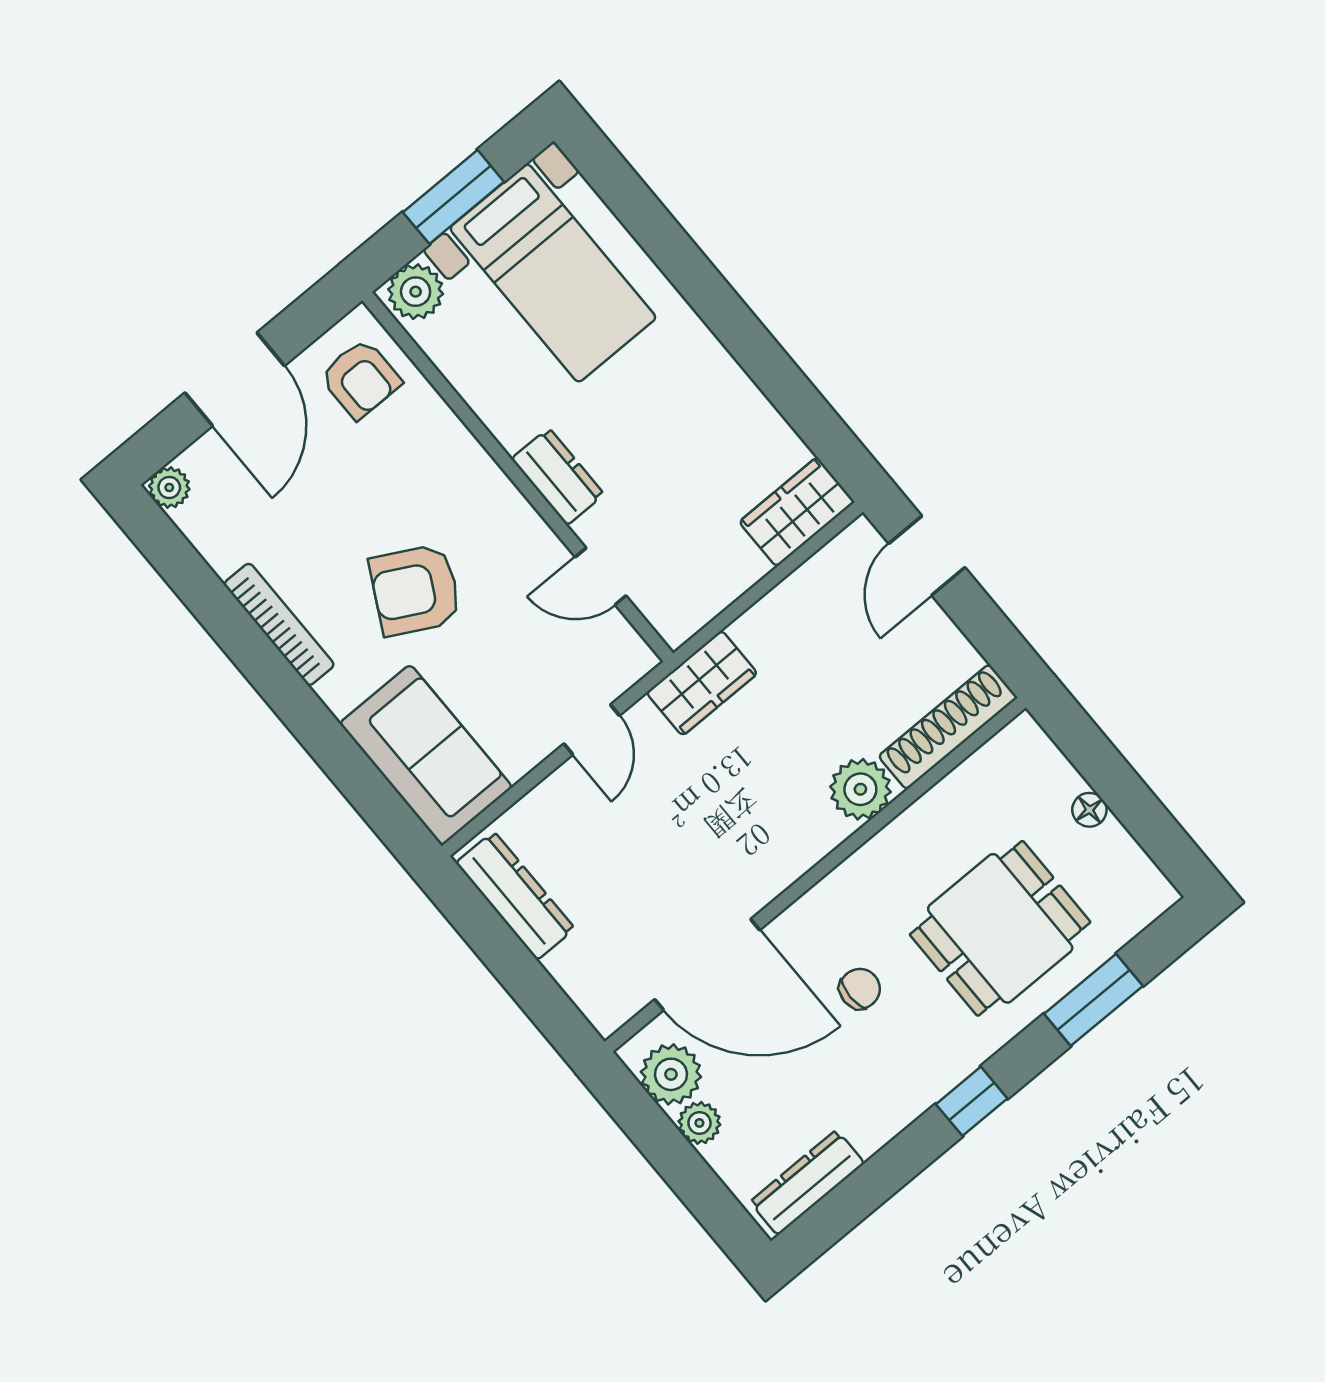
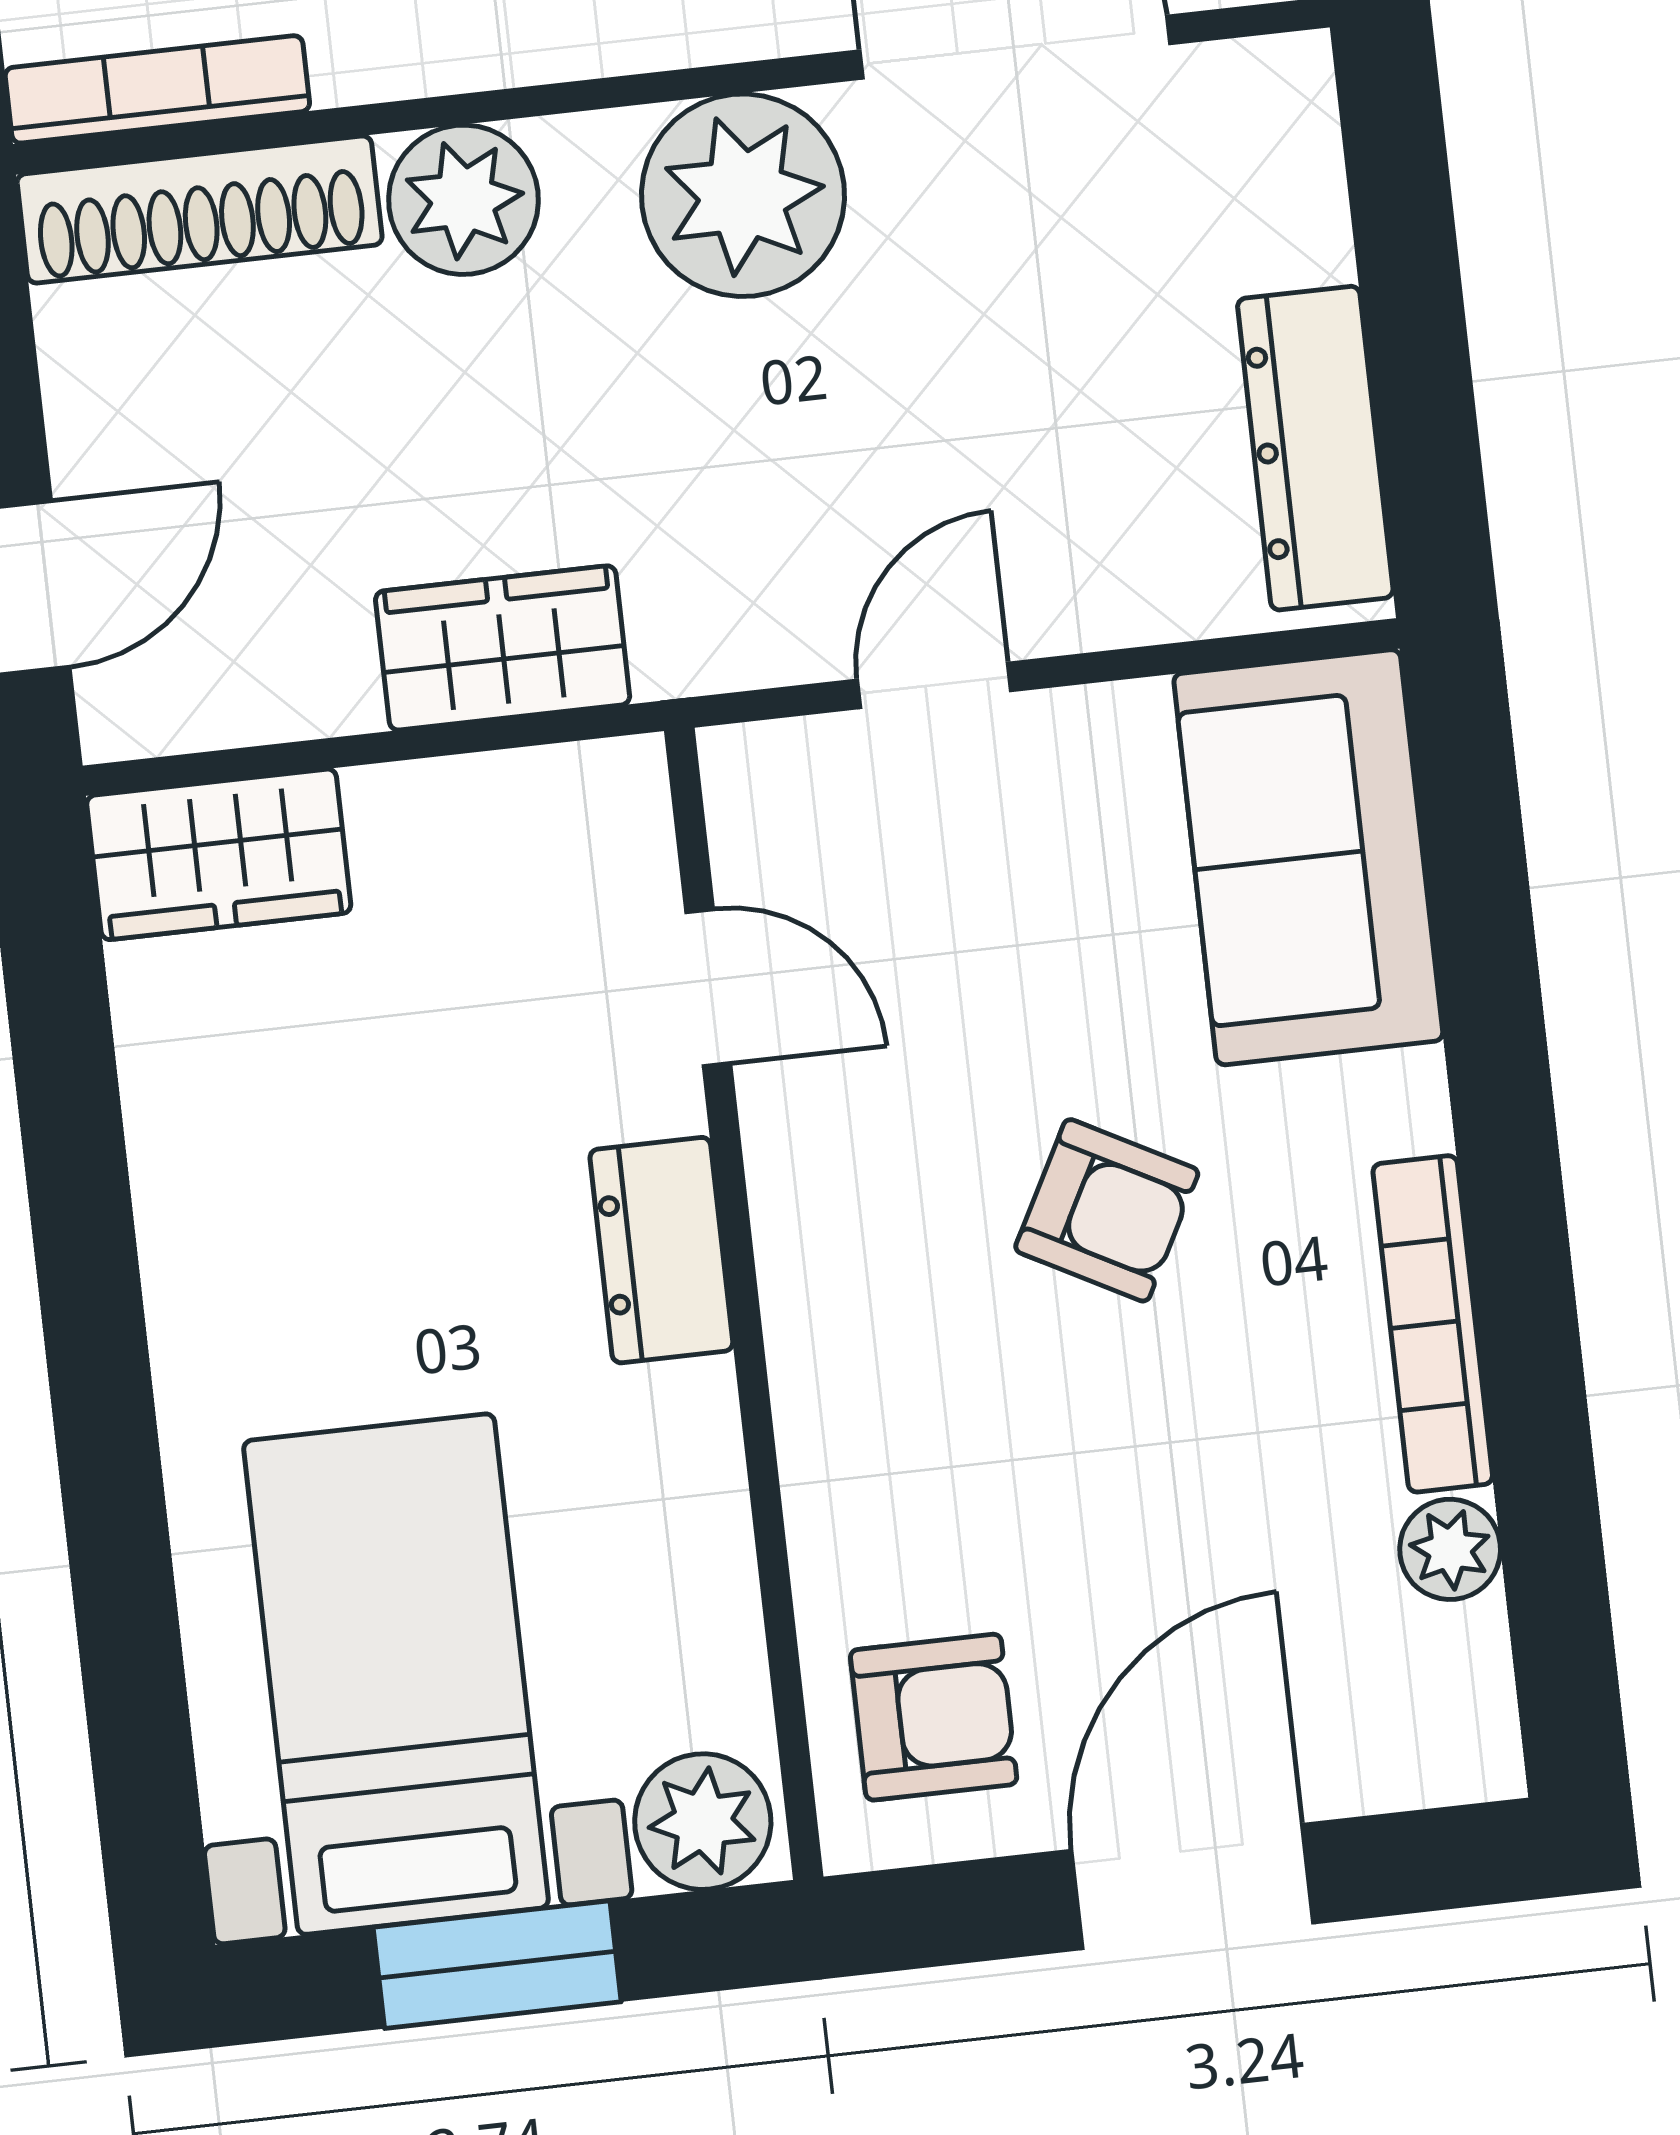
armchair: (361, 379) -> (934, 1717), turned 90
plant: (169, 488) -> (1450, 1549), moved
armchair: (415, 590) -> (1107, 1210), width x0.72, depth x0.72
wardrobe: (702, 683) -> (503, 648), moved
bookcase: (989, 758) -> (157, 89), added
plant: (766, 853) -> (743, 195), added

